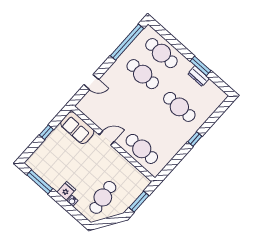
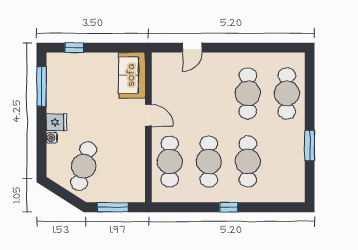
window: (127, 42) -> (266, 48), removed
dresser: (198, 76) -> (297, 153), removed
door: (91, 82) -> (192, 48), hinge flipped
cafe table: (161, 128) -> (209, 161), added
window: (46, 132) -> (74, 48), moved
cafe table: (103, 197) -> (84, 166), turned -67

